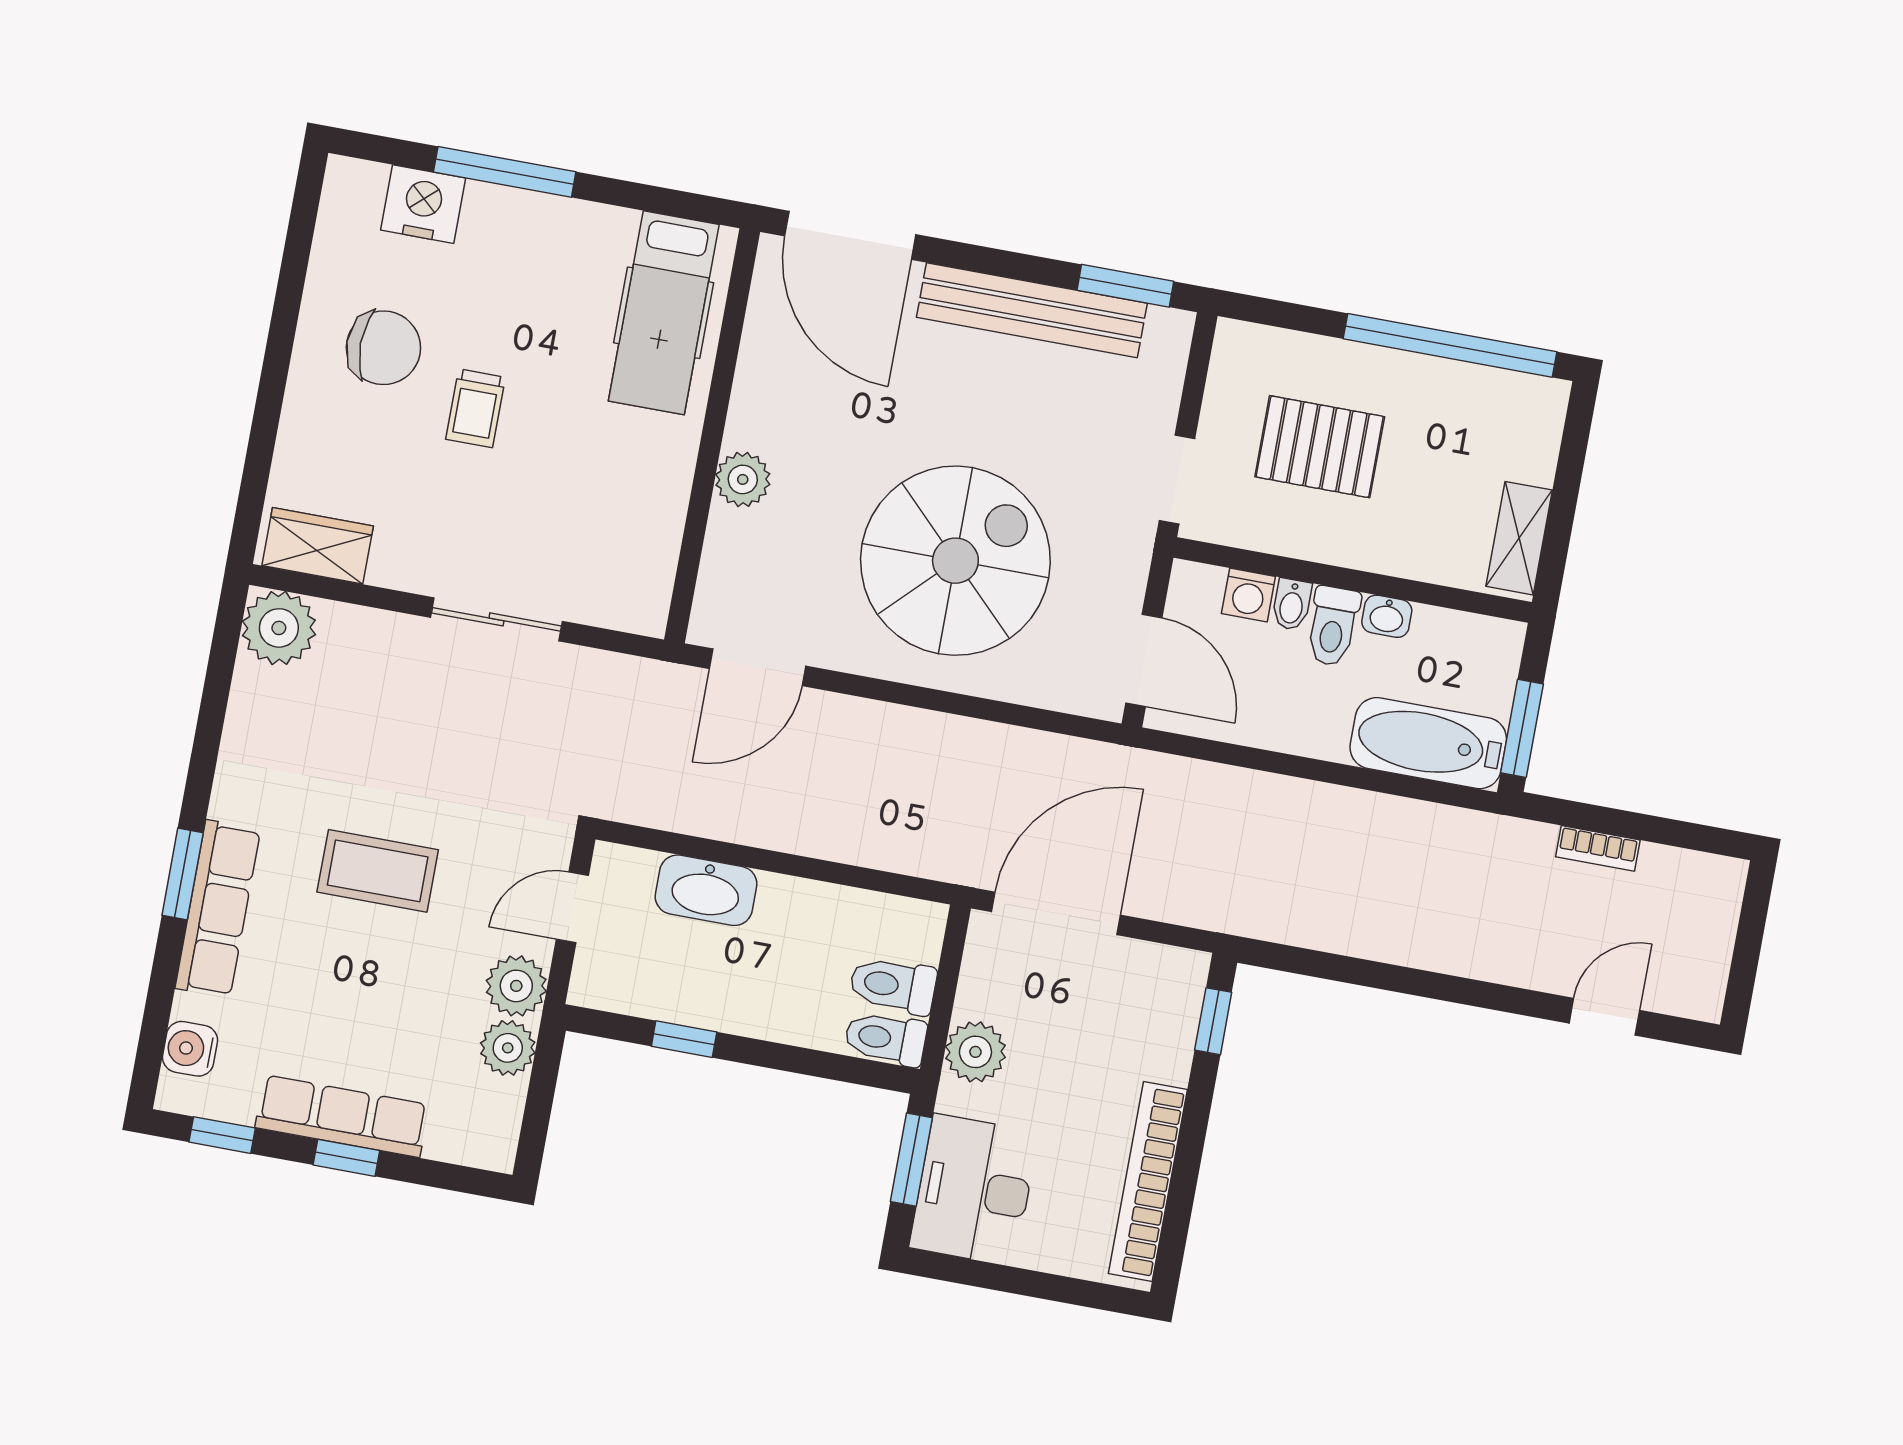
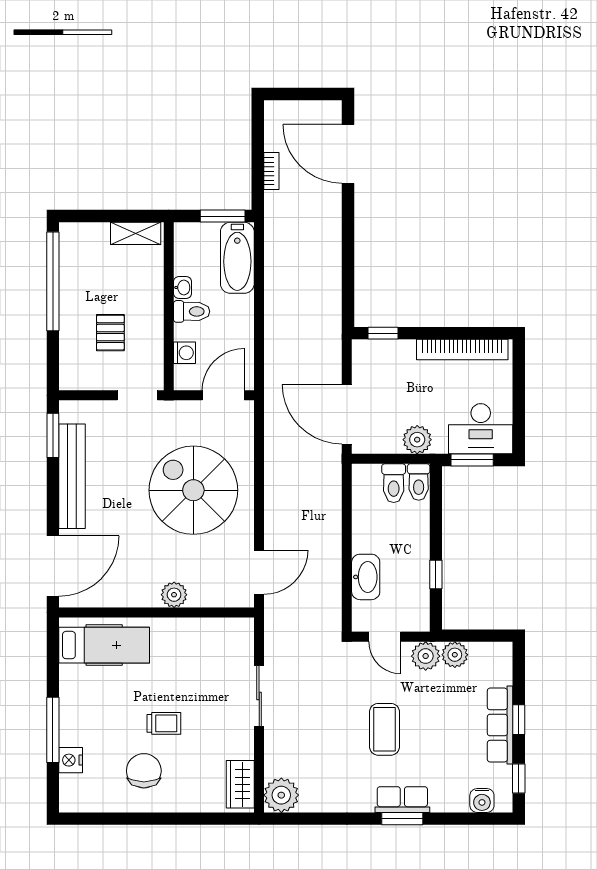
nightstand: (423, 204) -> (71, 760), width x0.74, depth x0.75
pallet: (1320, 447) -> (110, 333), width x0.67, depth x0.71
bidet: (1292, 604) -> (185, 332), removed
door: (758, 667) -> (259, 572), hinge flipped
row of seats: (218, 909) -> (402, 800), width x0.68
door: (1604, 1017) -> (348, 154), width x1.88

